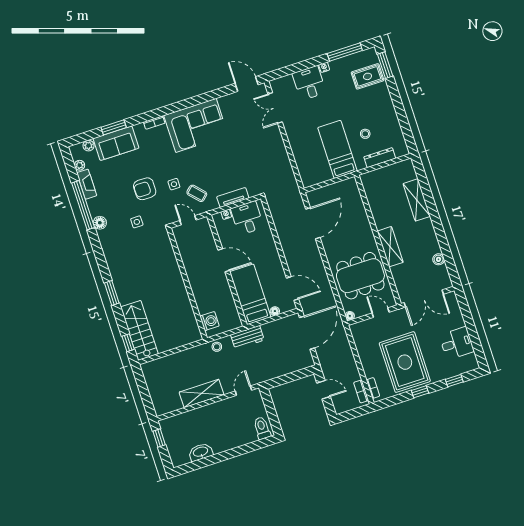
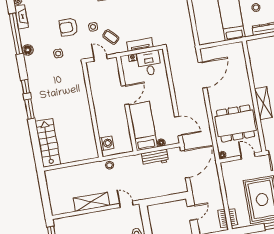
door: (224, 260) -> (125, 95), hinge flipped
workbench: (247, 337) -> (155, 158), moved
window: (128, 343) -> (25, 86), moved
door: (324, 390) -> (192, 213), hinge flipped
door: (243, 391) -> (126, 204), hinge flipped

